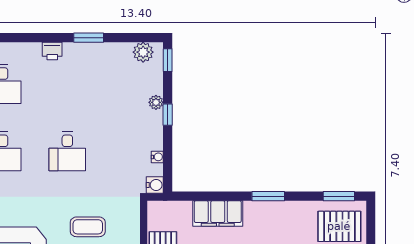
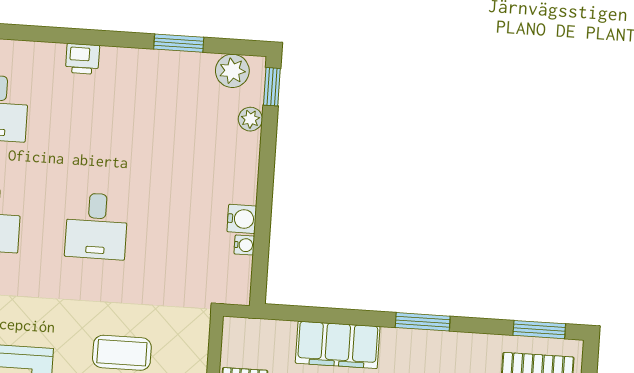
window: (89, 38) -> (179, 43), moved
plant: (156, 102) -> (250, 119), moved
window: (168, 115) -> (266, 177), removed
water cooler: (155, 185) -> (242, 219), moved

